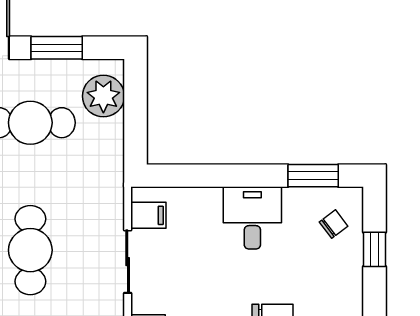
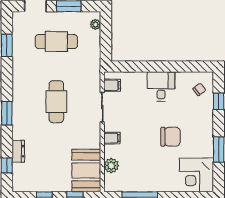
plant: (103, 96) -> (95, 24), width x0.53, depth x0.53
window: (313, 176) -> (190, 67), removed

